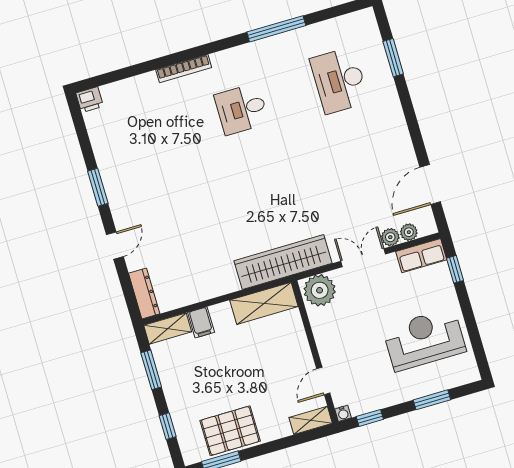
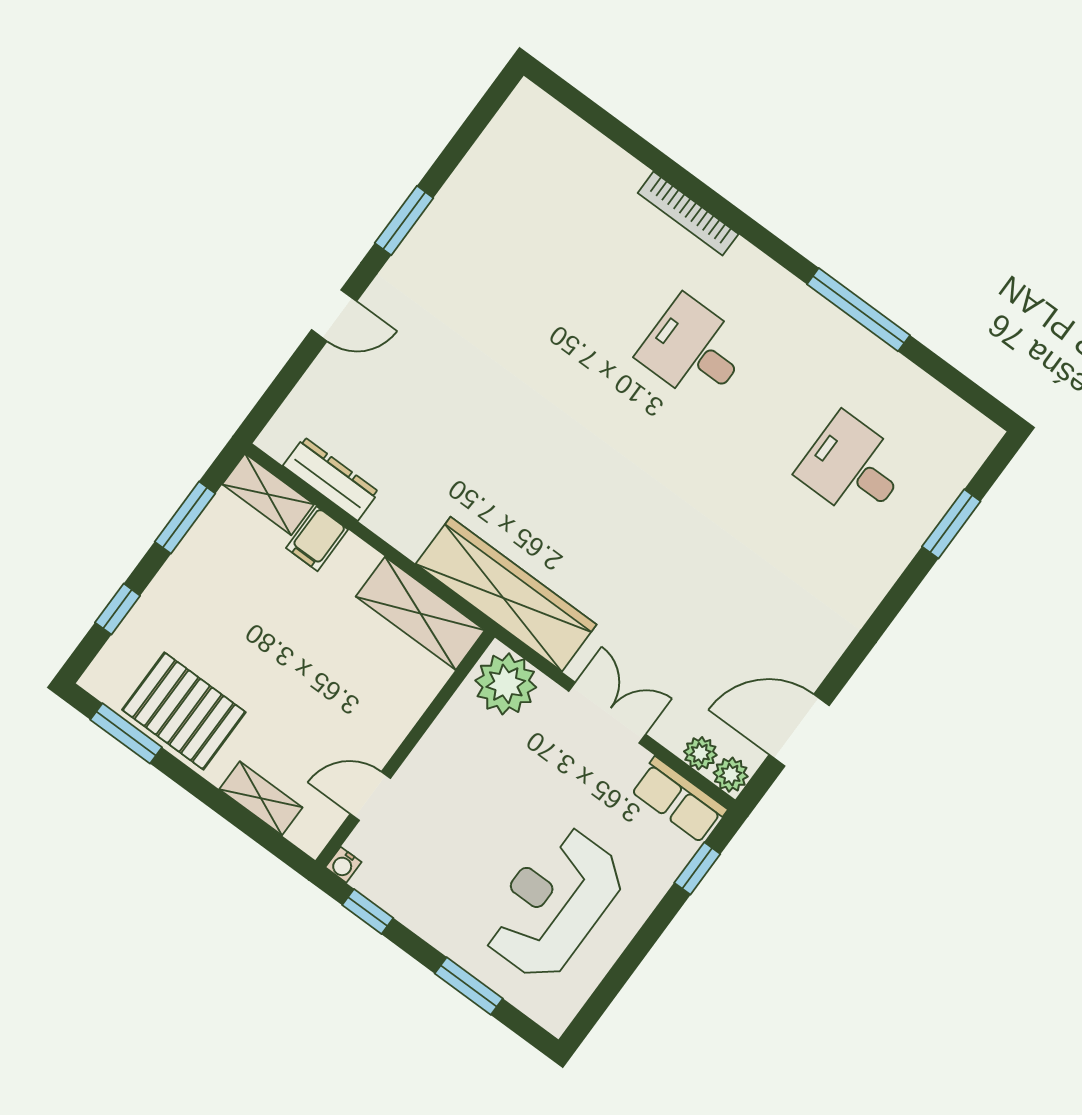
desk: (339, 80) -> (853, 468), width x0.73
printer: (90, 100) -> (530, 105), removed
plant: (390, 237) -> (731, 775), moved
dresser: (144, 293) -> (331, 479), moved, turned -90
reception desk: (424, 339) -> (553, 903), turned -90
shelving: (311, 420) -> (261, 798), moved

